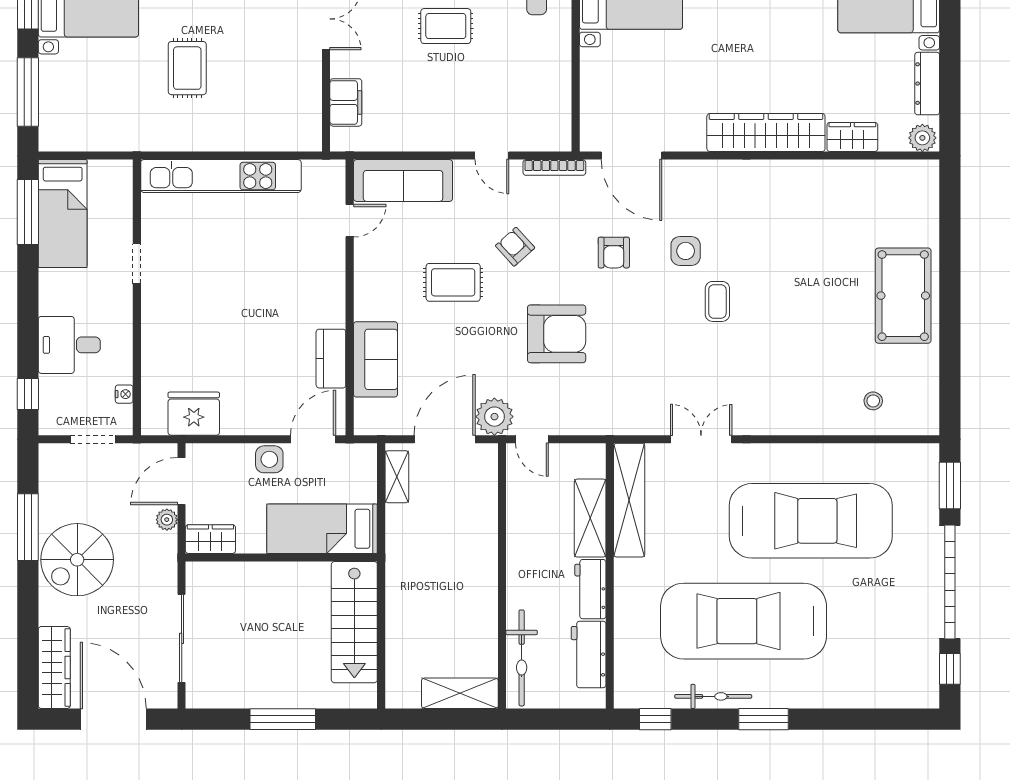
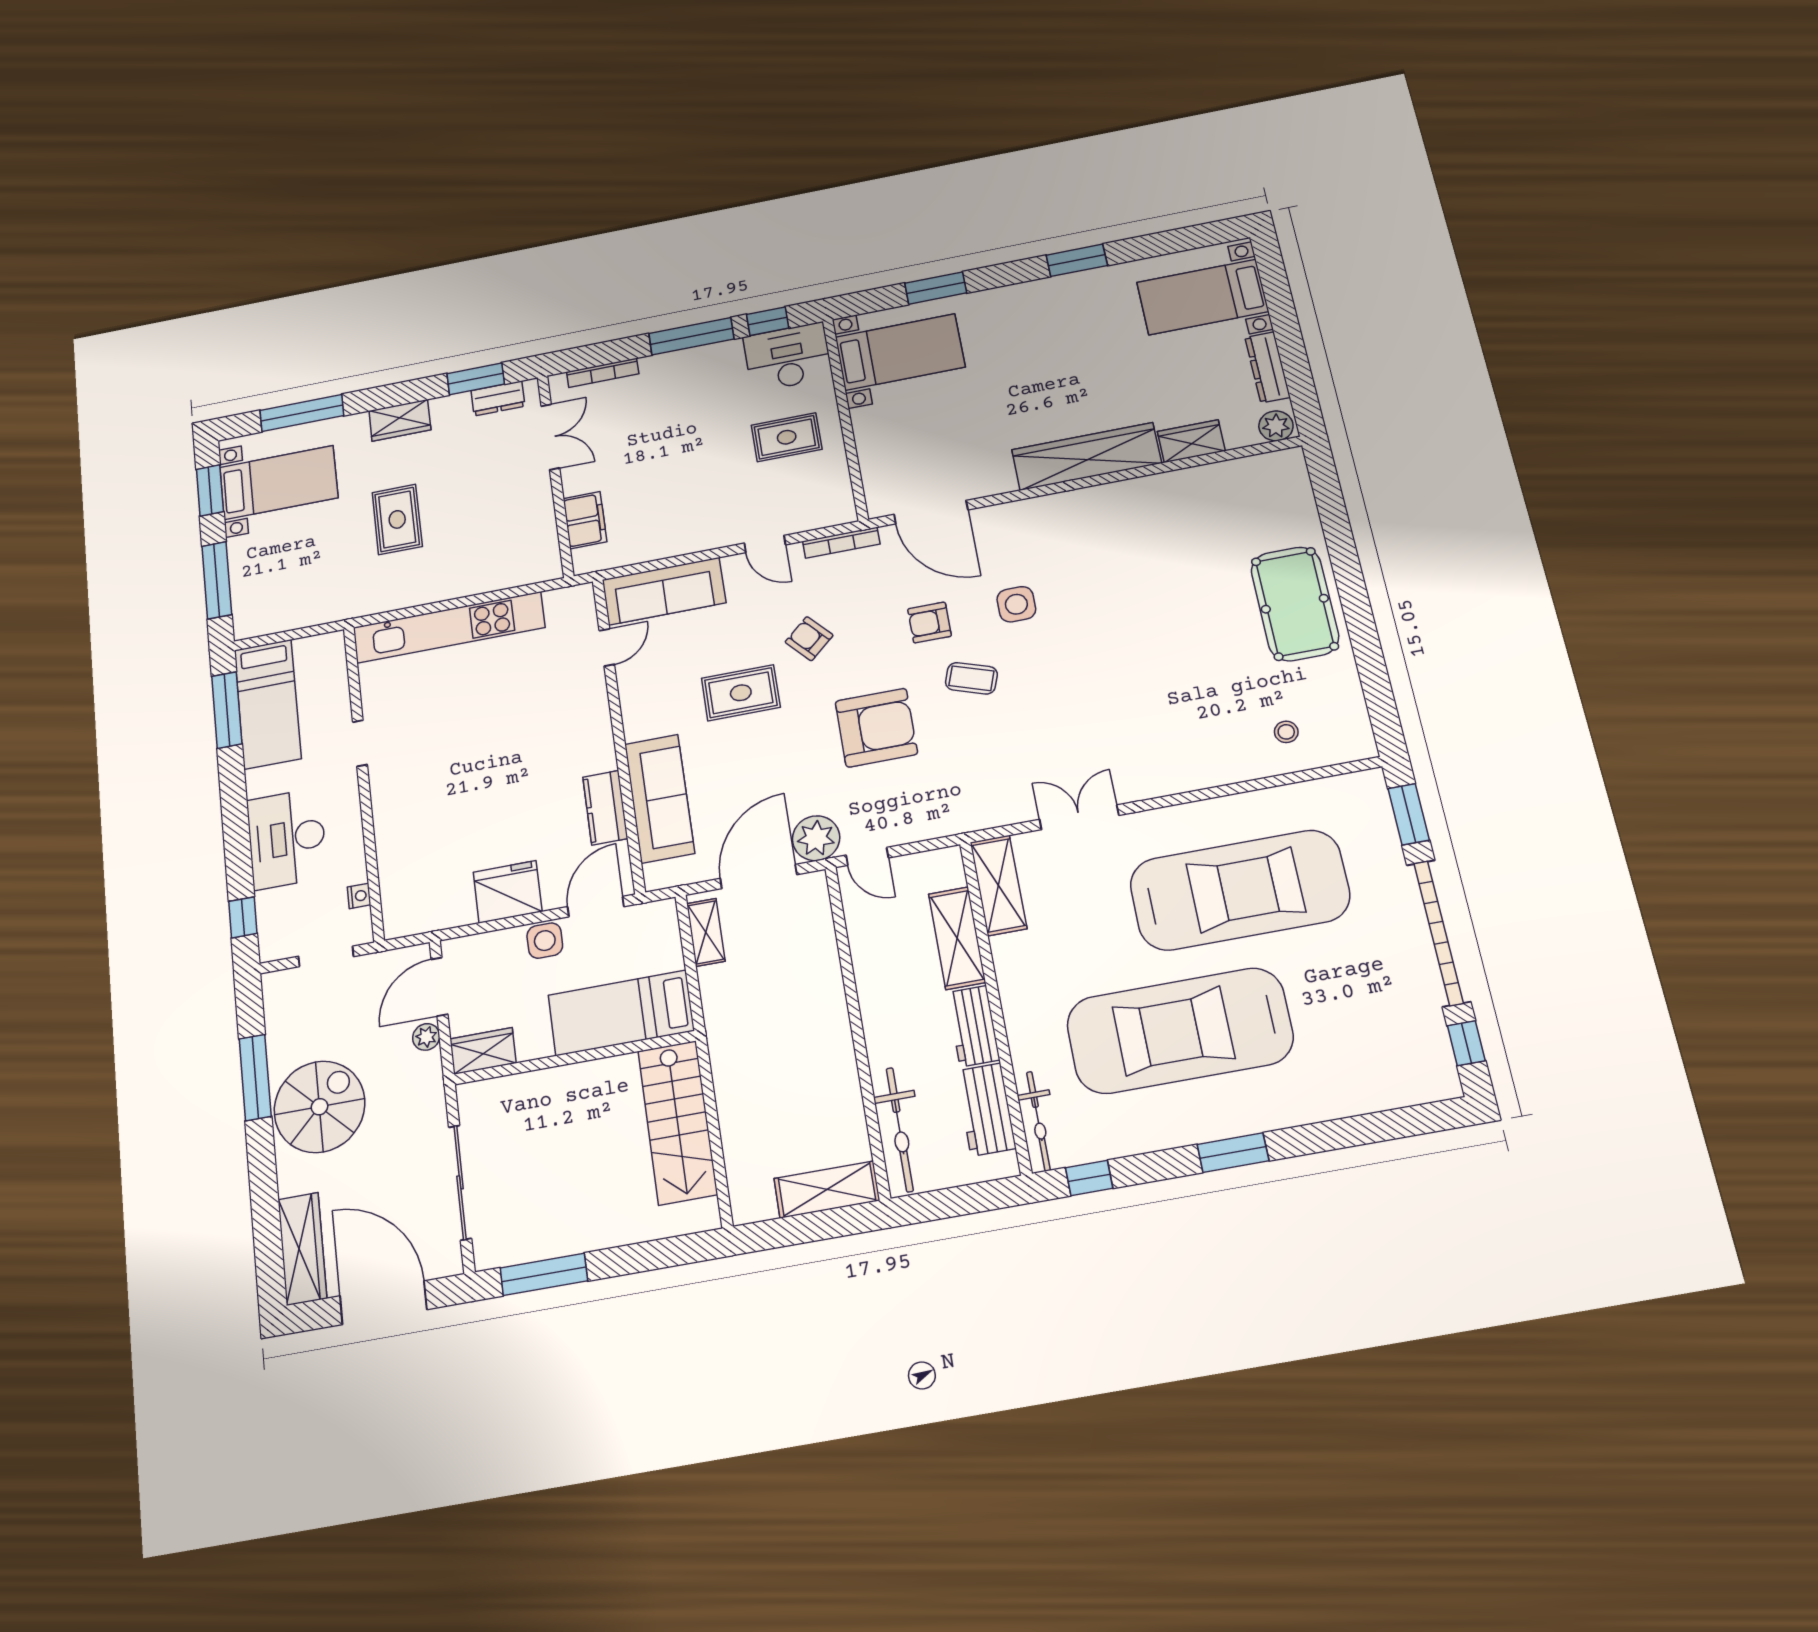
rug: (446, 26) -> (787, 437), moved
armchair: (614, 253) -> (929, 623), turned 90
coffee table: (717, 301) -> (971, 678), moved, turned -71
desk: (69, 345) -> (287, 839), width x1.37
sofa: (375, 359) -> (660, 799), width x1.36
fridge: (194, 414) -> (508, 892), moved
shelving: (629, 500) -> (998, 885), width x0.68
spiral stairs: (77, 560) -> (319, 1107), turned 180
bicycle: (713, 696) -> (1038, 1121), moved, turned 90
window: (283, 719) -> (544, 1274), moved

